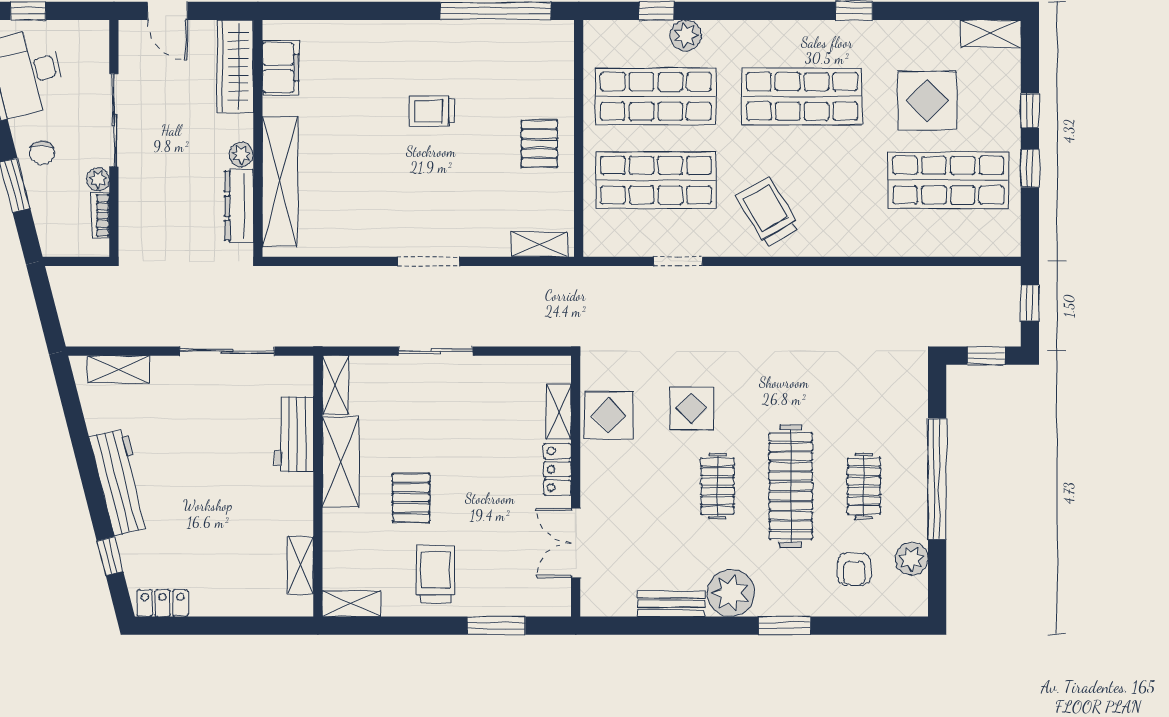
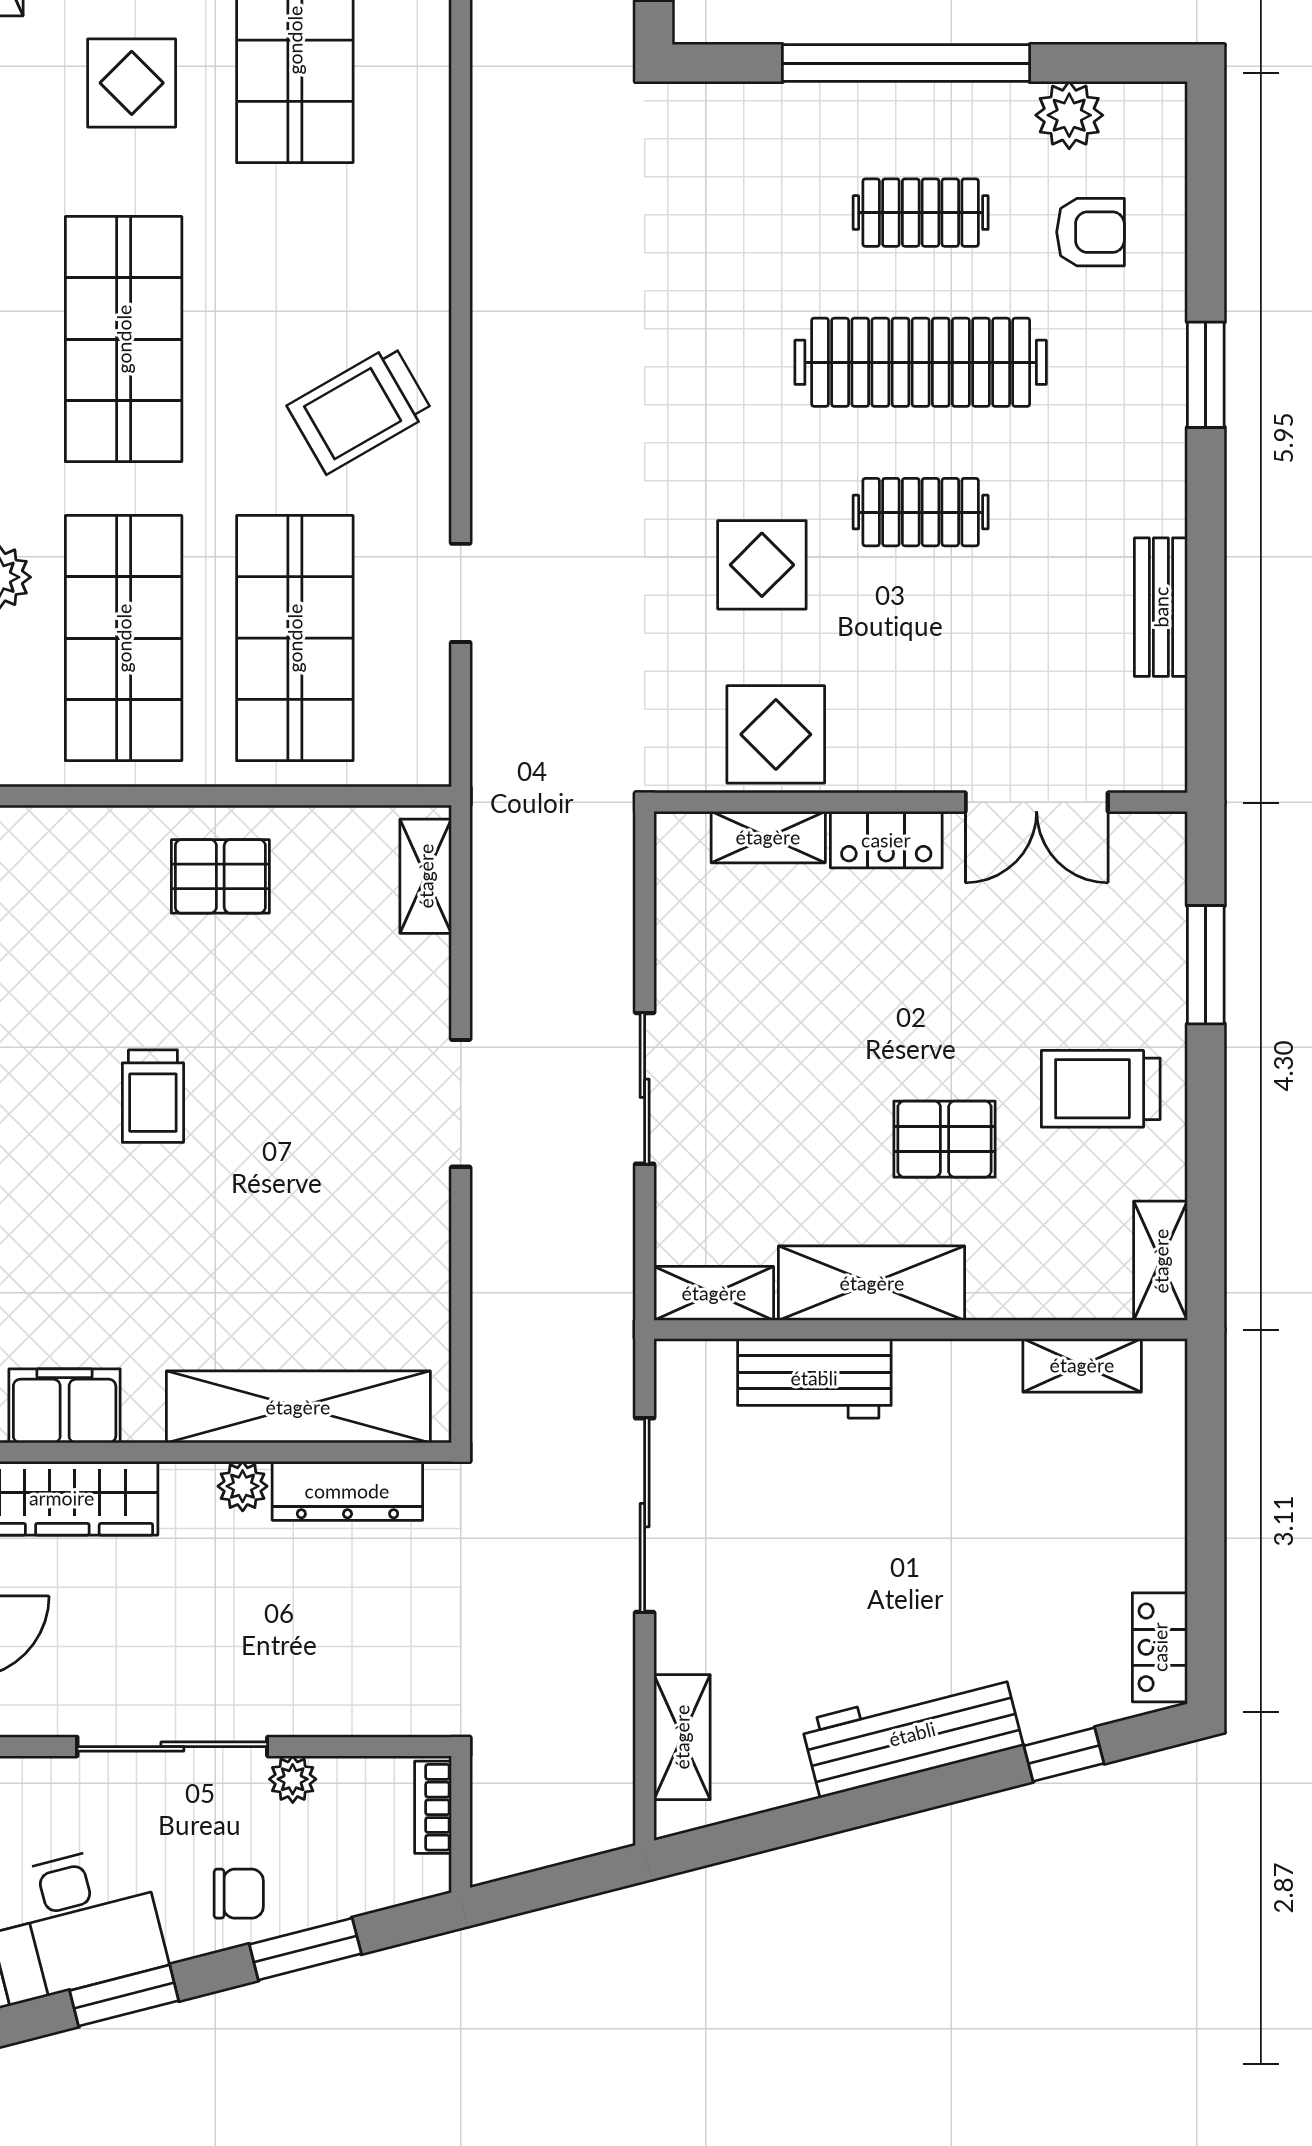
display table: (927, 100) -> (132, 83), width x0.73, depth x0.73
bookcase: (100, 215) -> (433, 1807), moved, turned 90
plant: (731, 593) -> (1139, 485), removed

